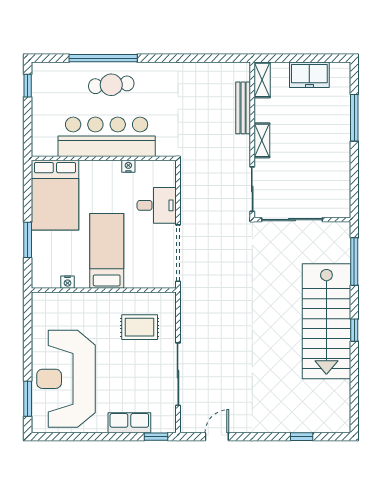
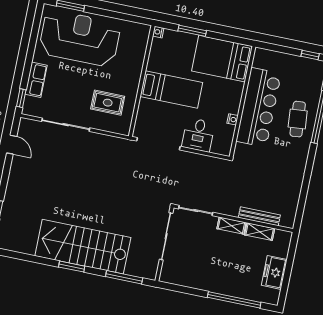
shelving: (262, 80) -> (260, 232), moved
window: (354, 118) -> (234, 300), width x1.46
nightstand: (68, 282) -> (158, 32), moved
rug: (140, 327) -> (108, 103), turned 90
window: (354, 330) -> (72, 267), width x1.50

